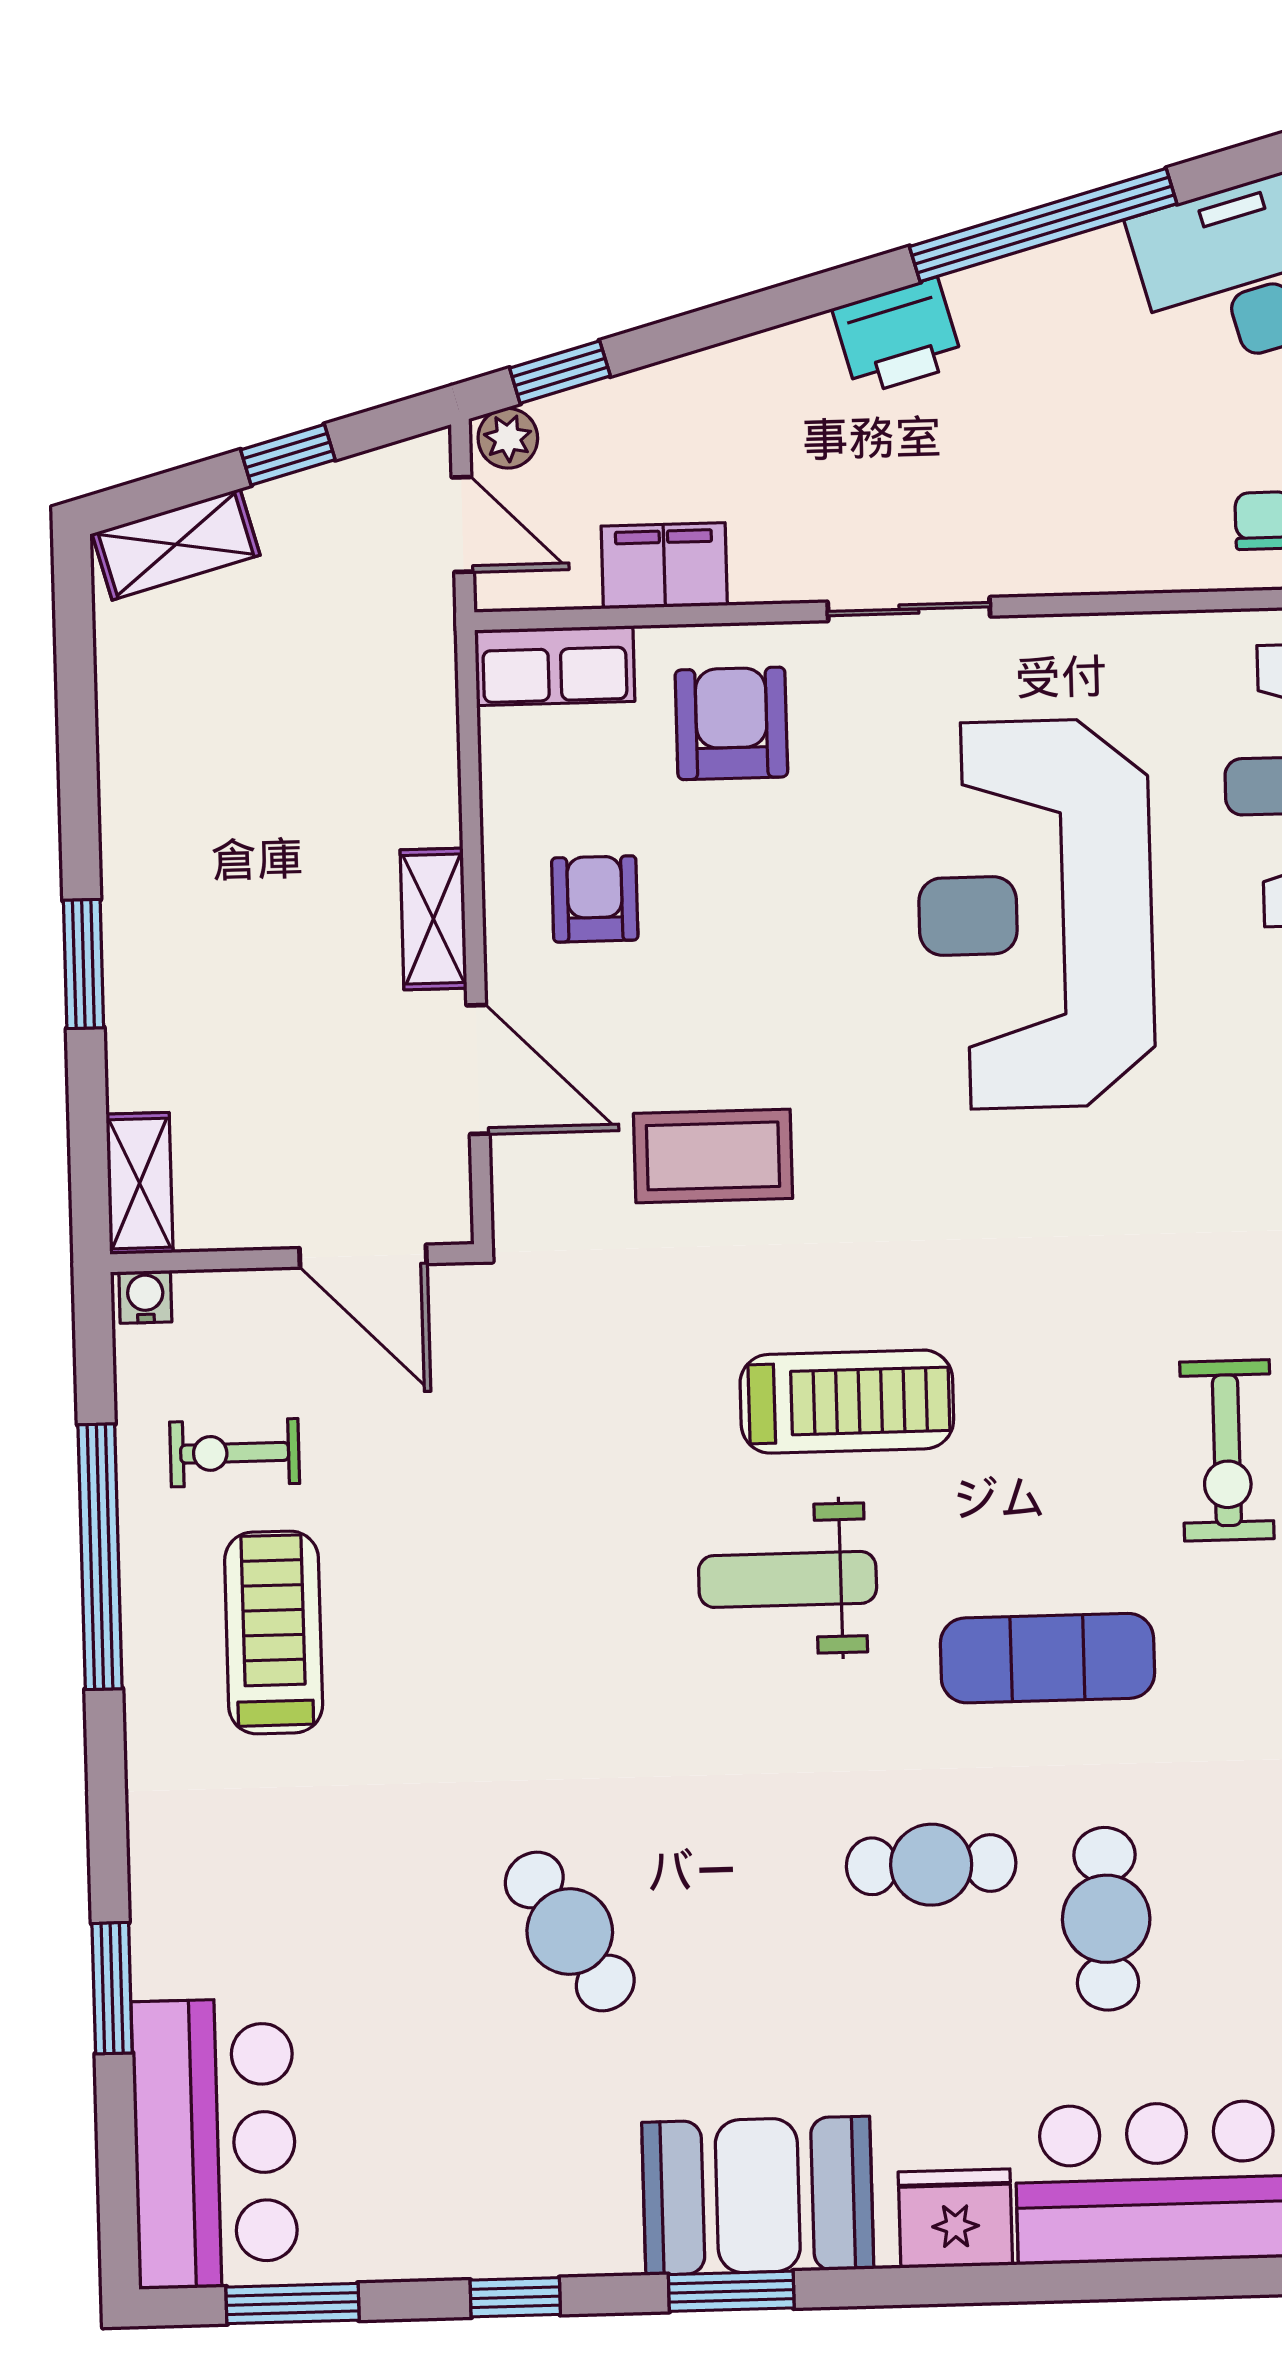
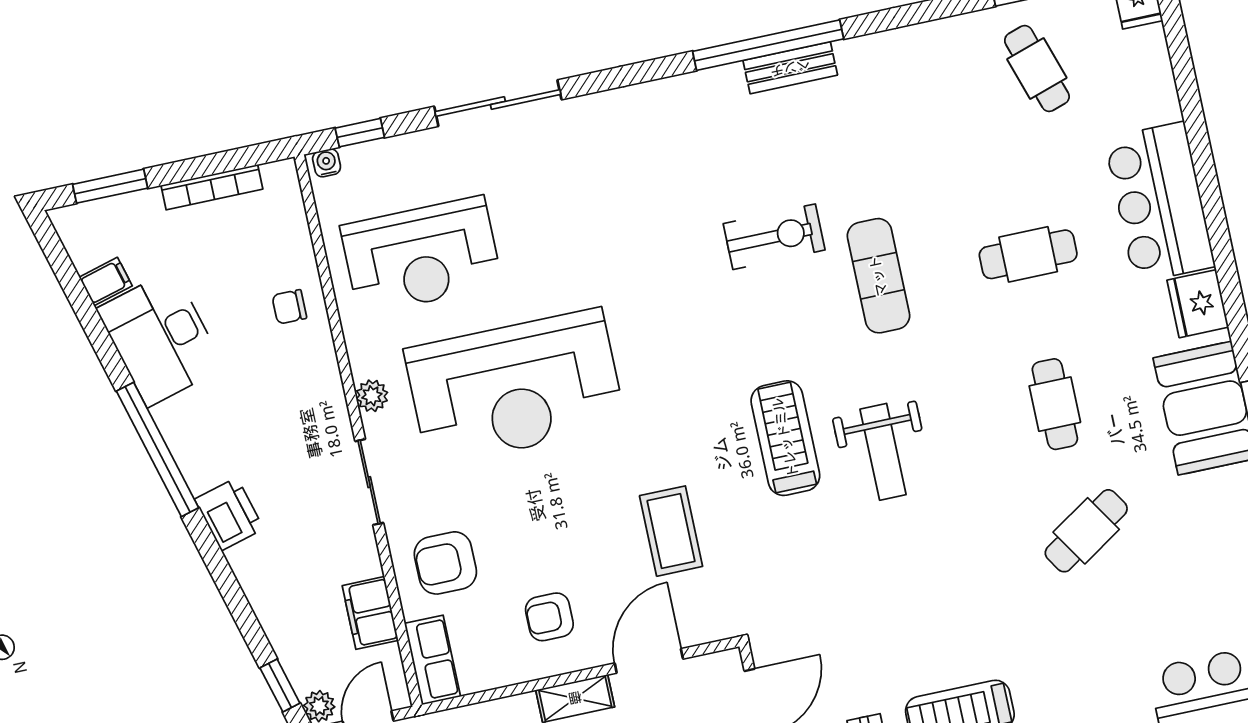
plant: (1069, 644) -> (372, 396), added
exercise mat: (1047, 1658) -> (878, 276), moved
cafe table: (931, 1865) -> (1055, 404), moved

